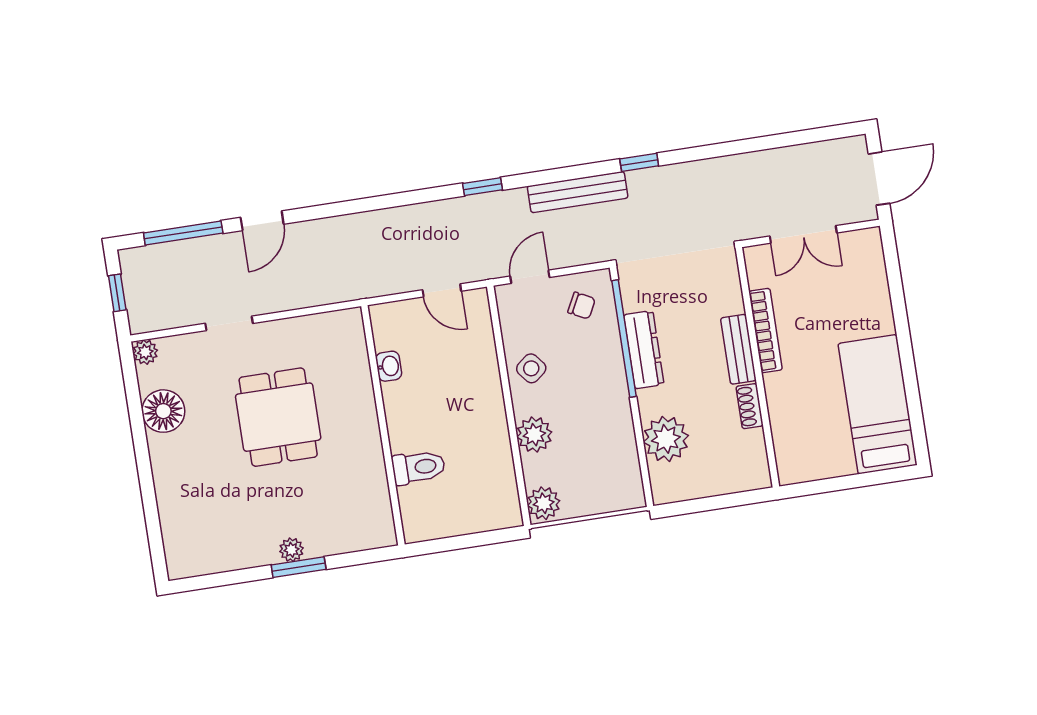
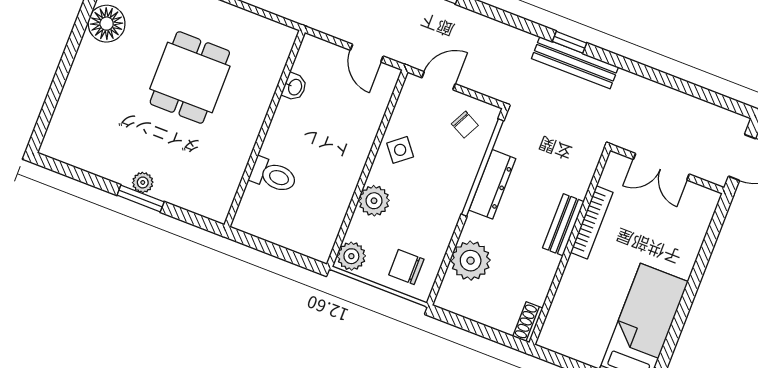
bench: (578, 192) -> (575, 63), moved
shoe rack: (750, 406) -> (528, 322), moved
chair: (605, 482) -> (406, 267), added

